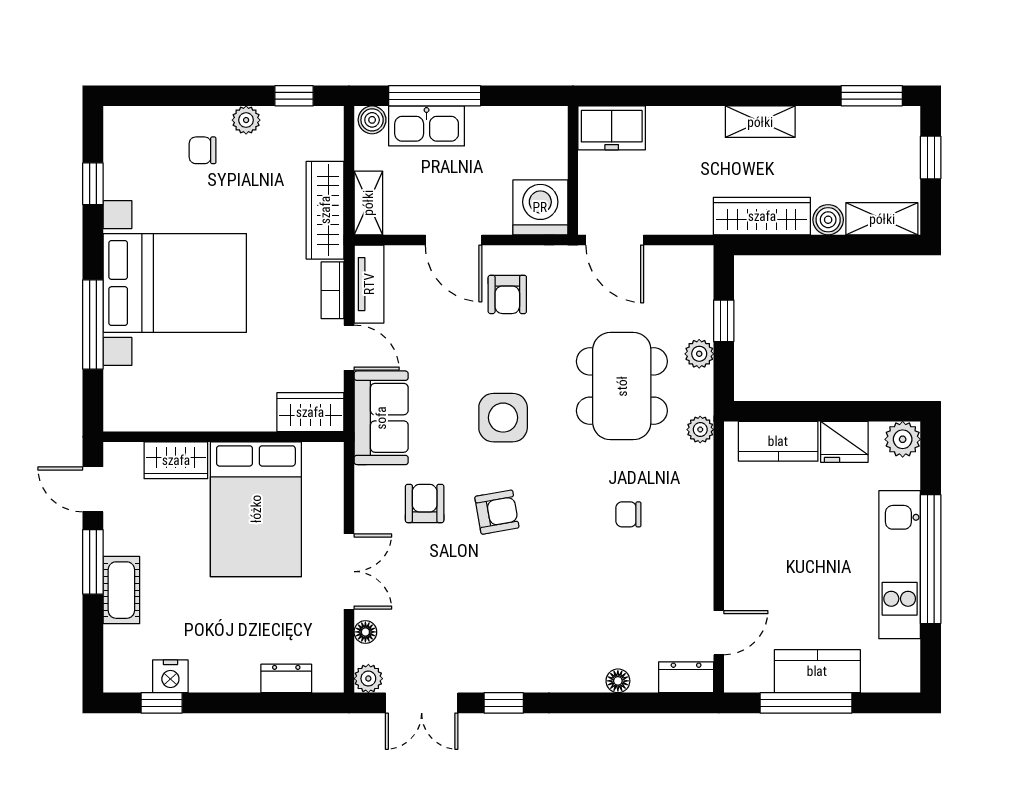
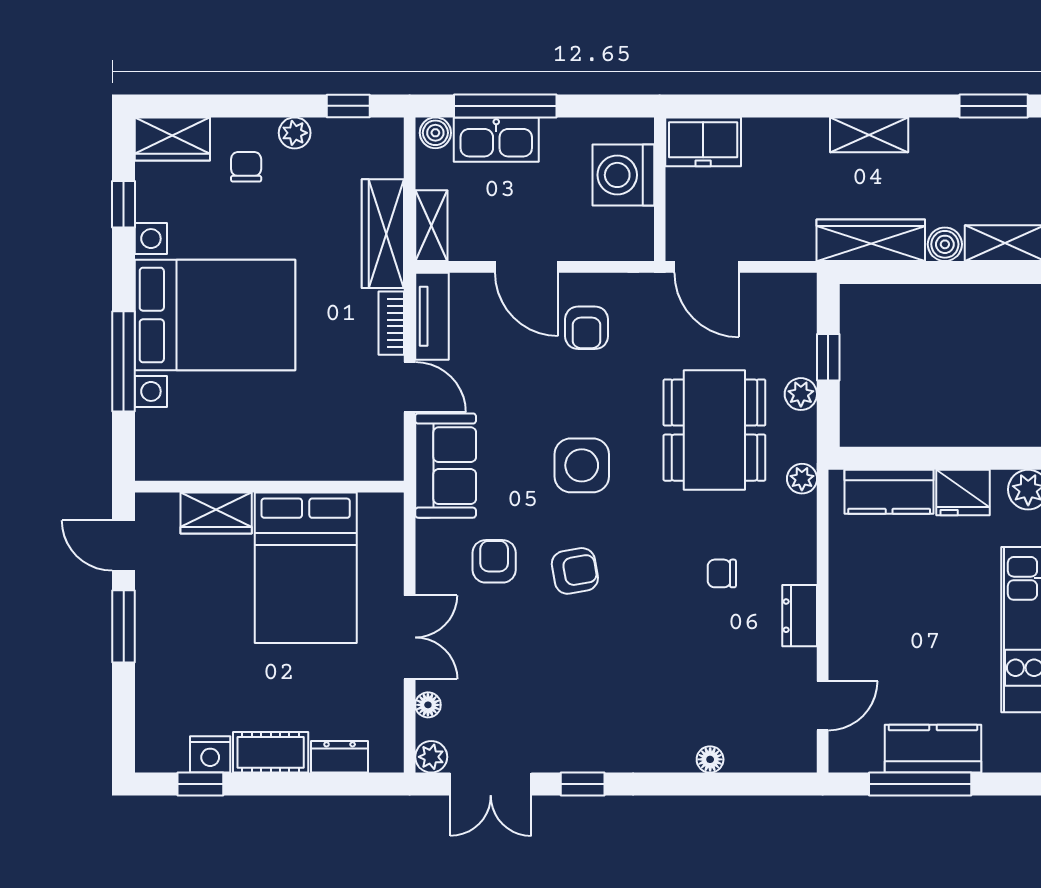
chair: (203, 150) -> (246, 167), turned 90
washing machine: (540, 207) -> (623, 175), moved, turned -90
wardrobe: (310, 412) -> (172, 139), moved, turned 180
cot: (121, 590) -> (271, 752), moved, turned 90
dresser: (686, 677) -> (800, 616), moved, turned -90

